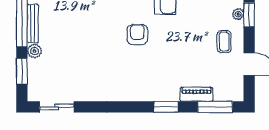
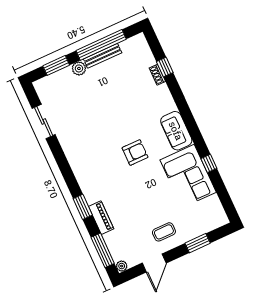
plant: (238, 14) -> (122, 266), moved
piano: (197, 94) -> (101, 218), moved
sliding door: (57, 107) -> (44, 122), moved

